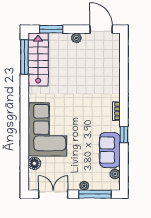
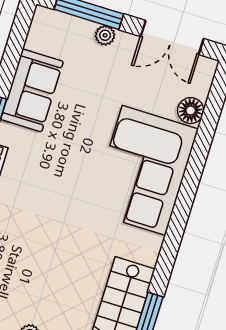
plant: (115, 174) -> (37, 39), removed

